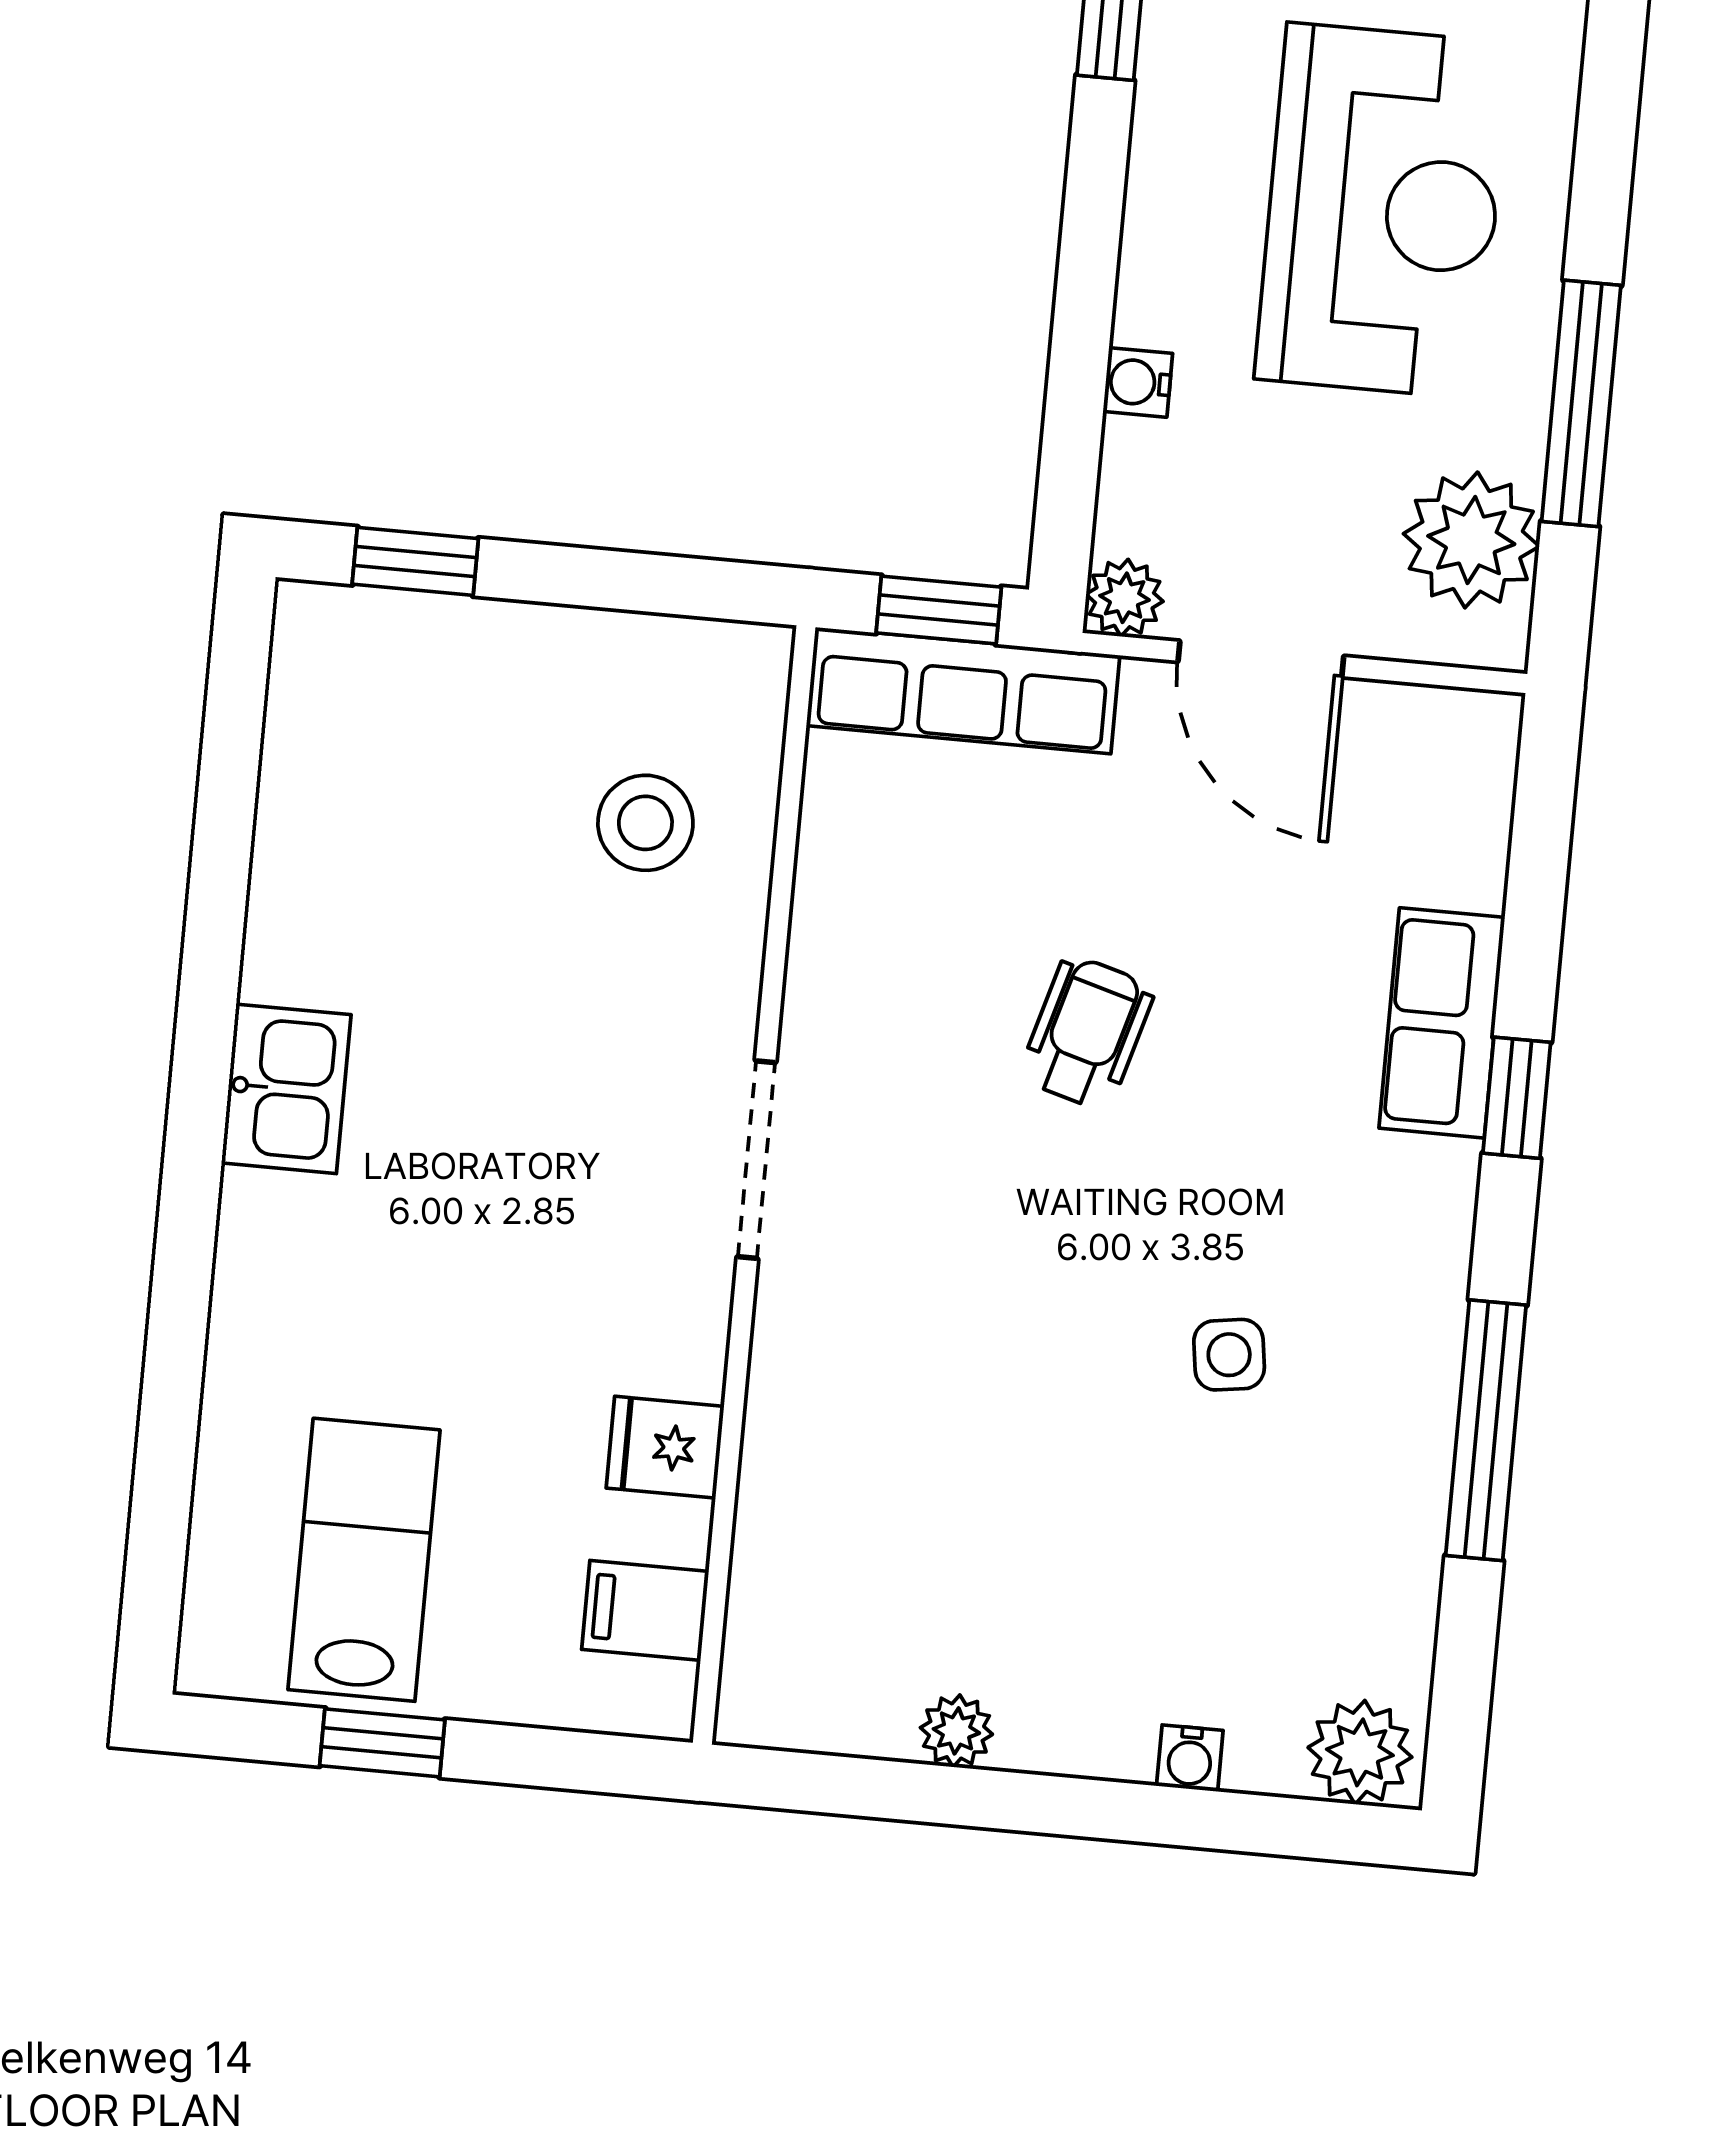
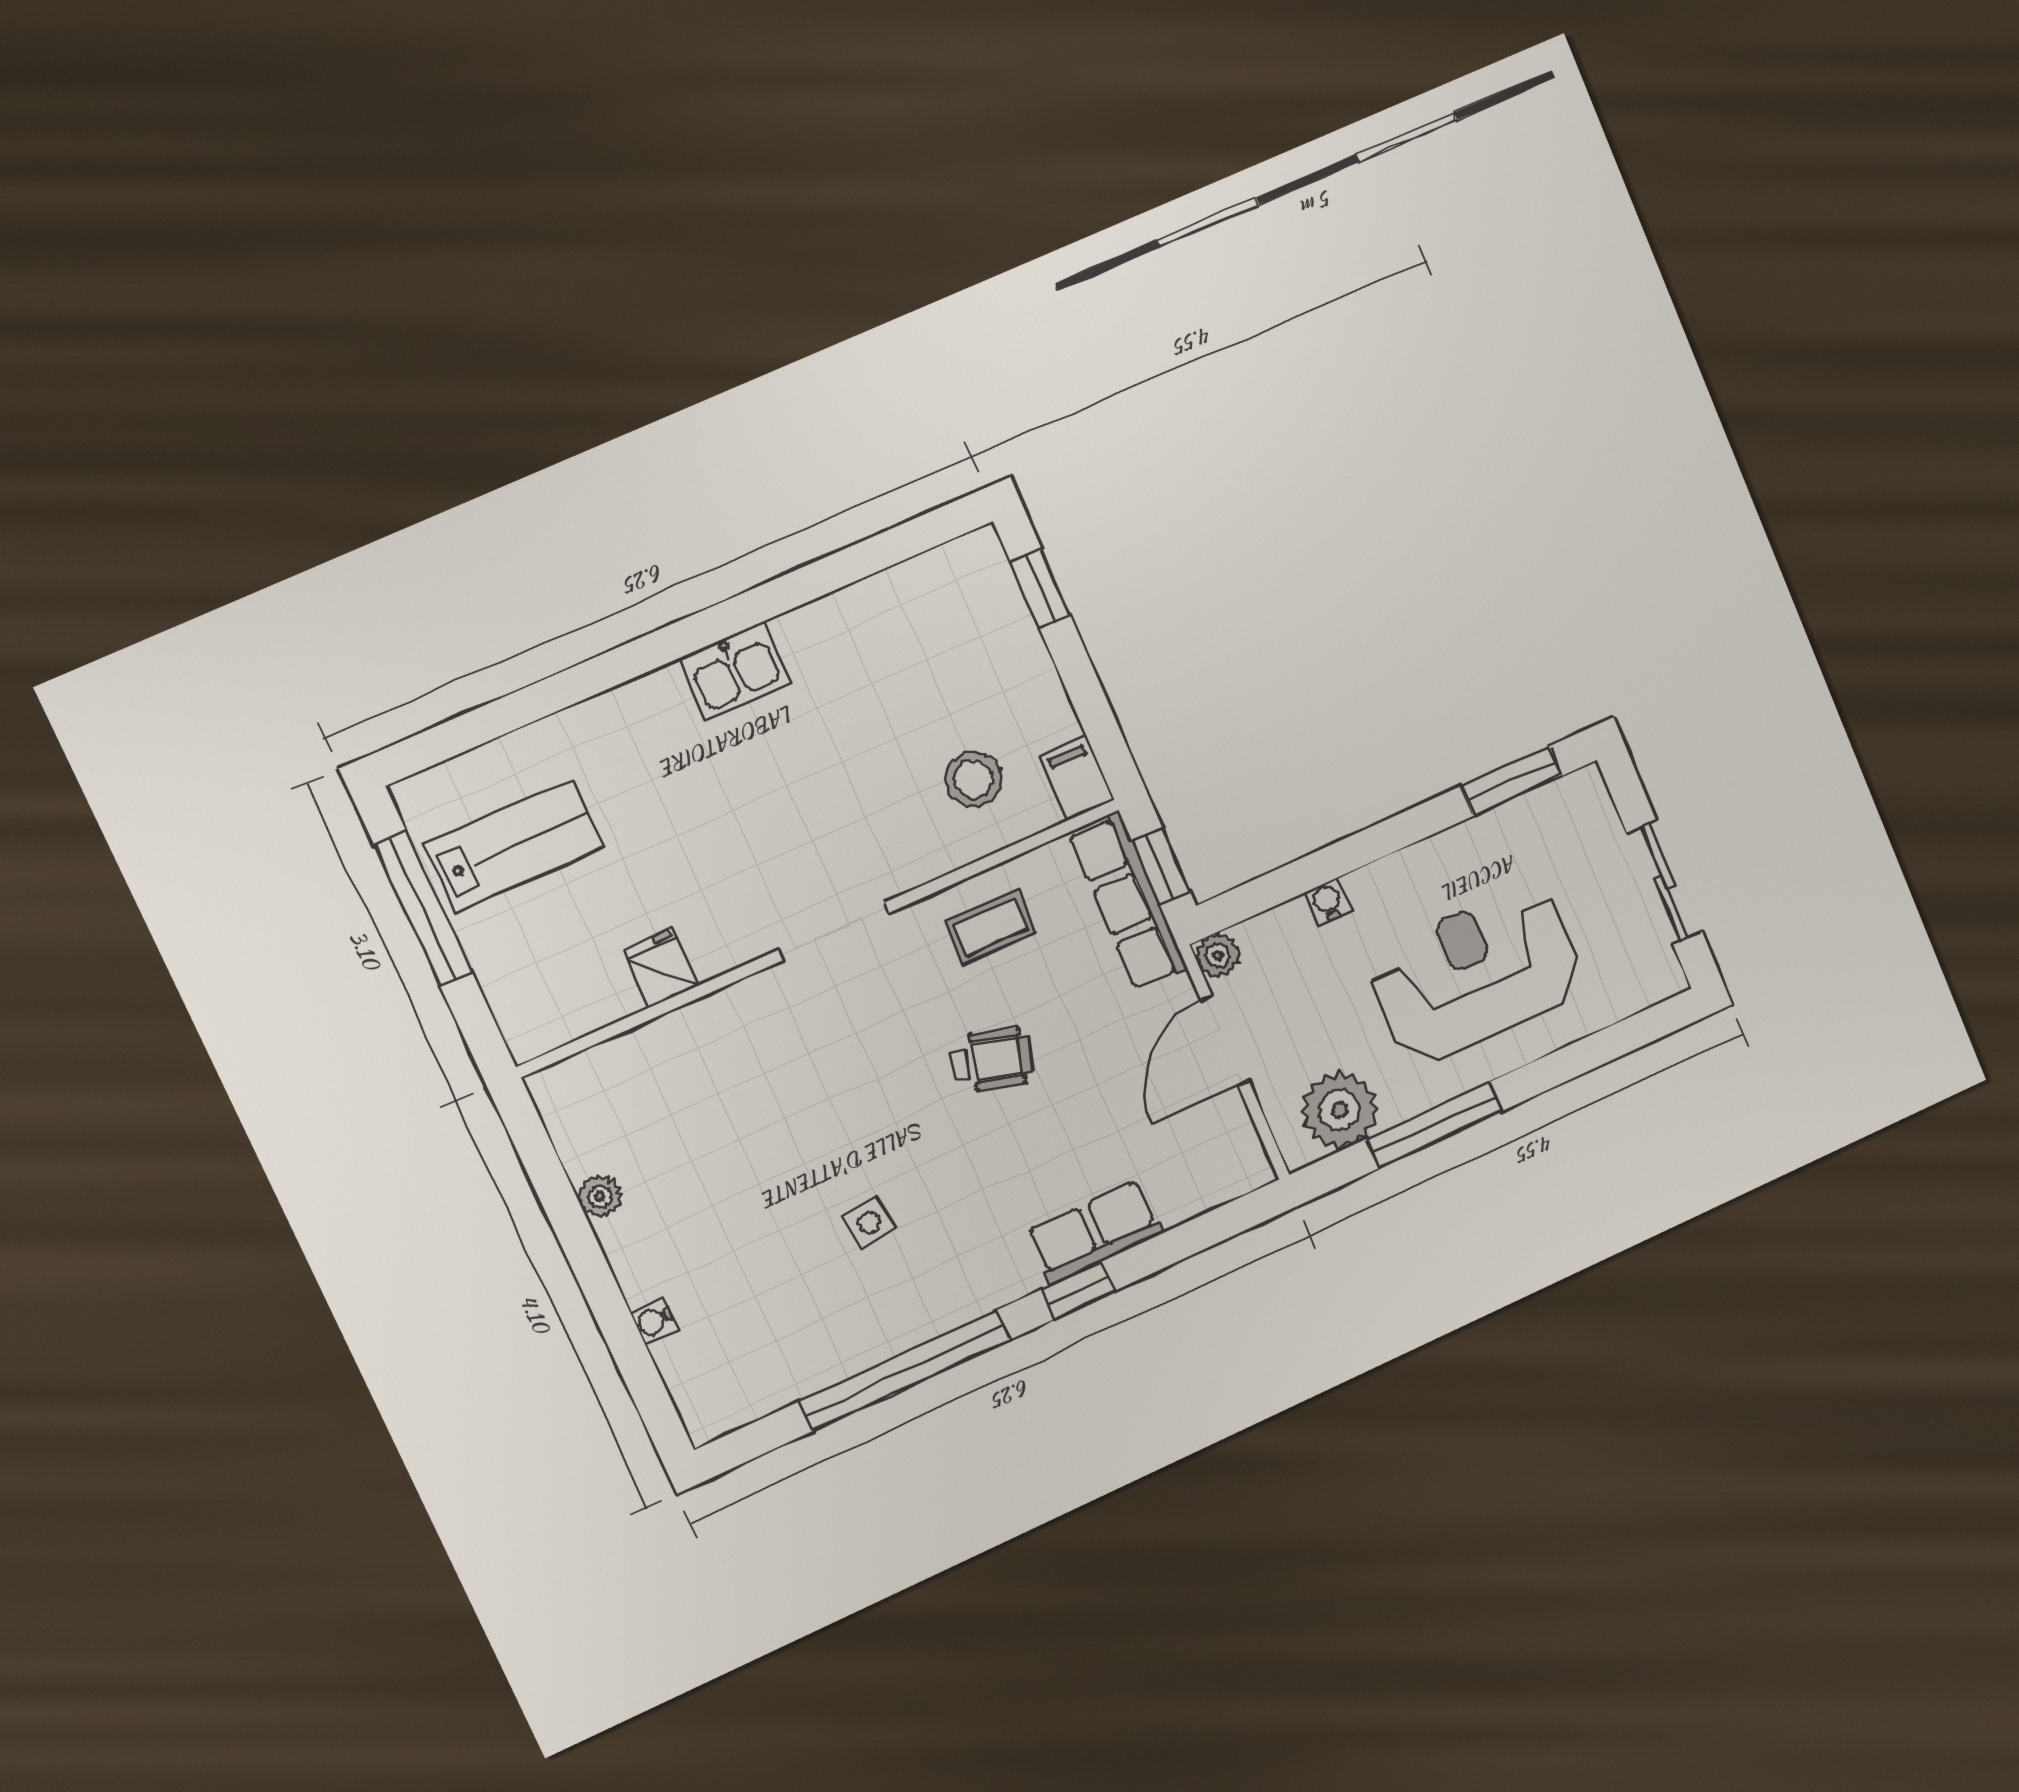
reception desk: (1383, 211) -> (1476, 974), turned 180
coffee table: (883, 921) -> (990, 927), added
window: (1486, 1430) -> (904, 1371), width x1.46
filing cabinet: (645, 1610) -> (1077, 779), moved
window: (382, 1743) -> (423, 909), width x2.17
plant: (1360, 1752) -> (706, 1403), removed

